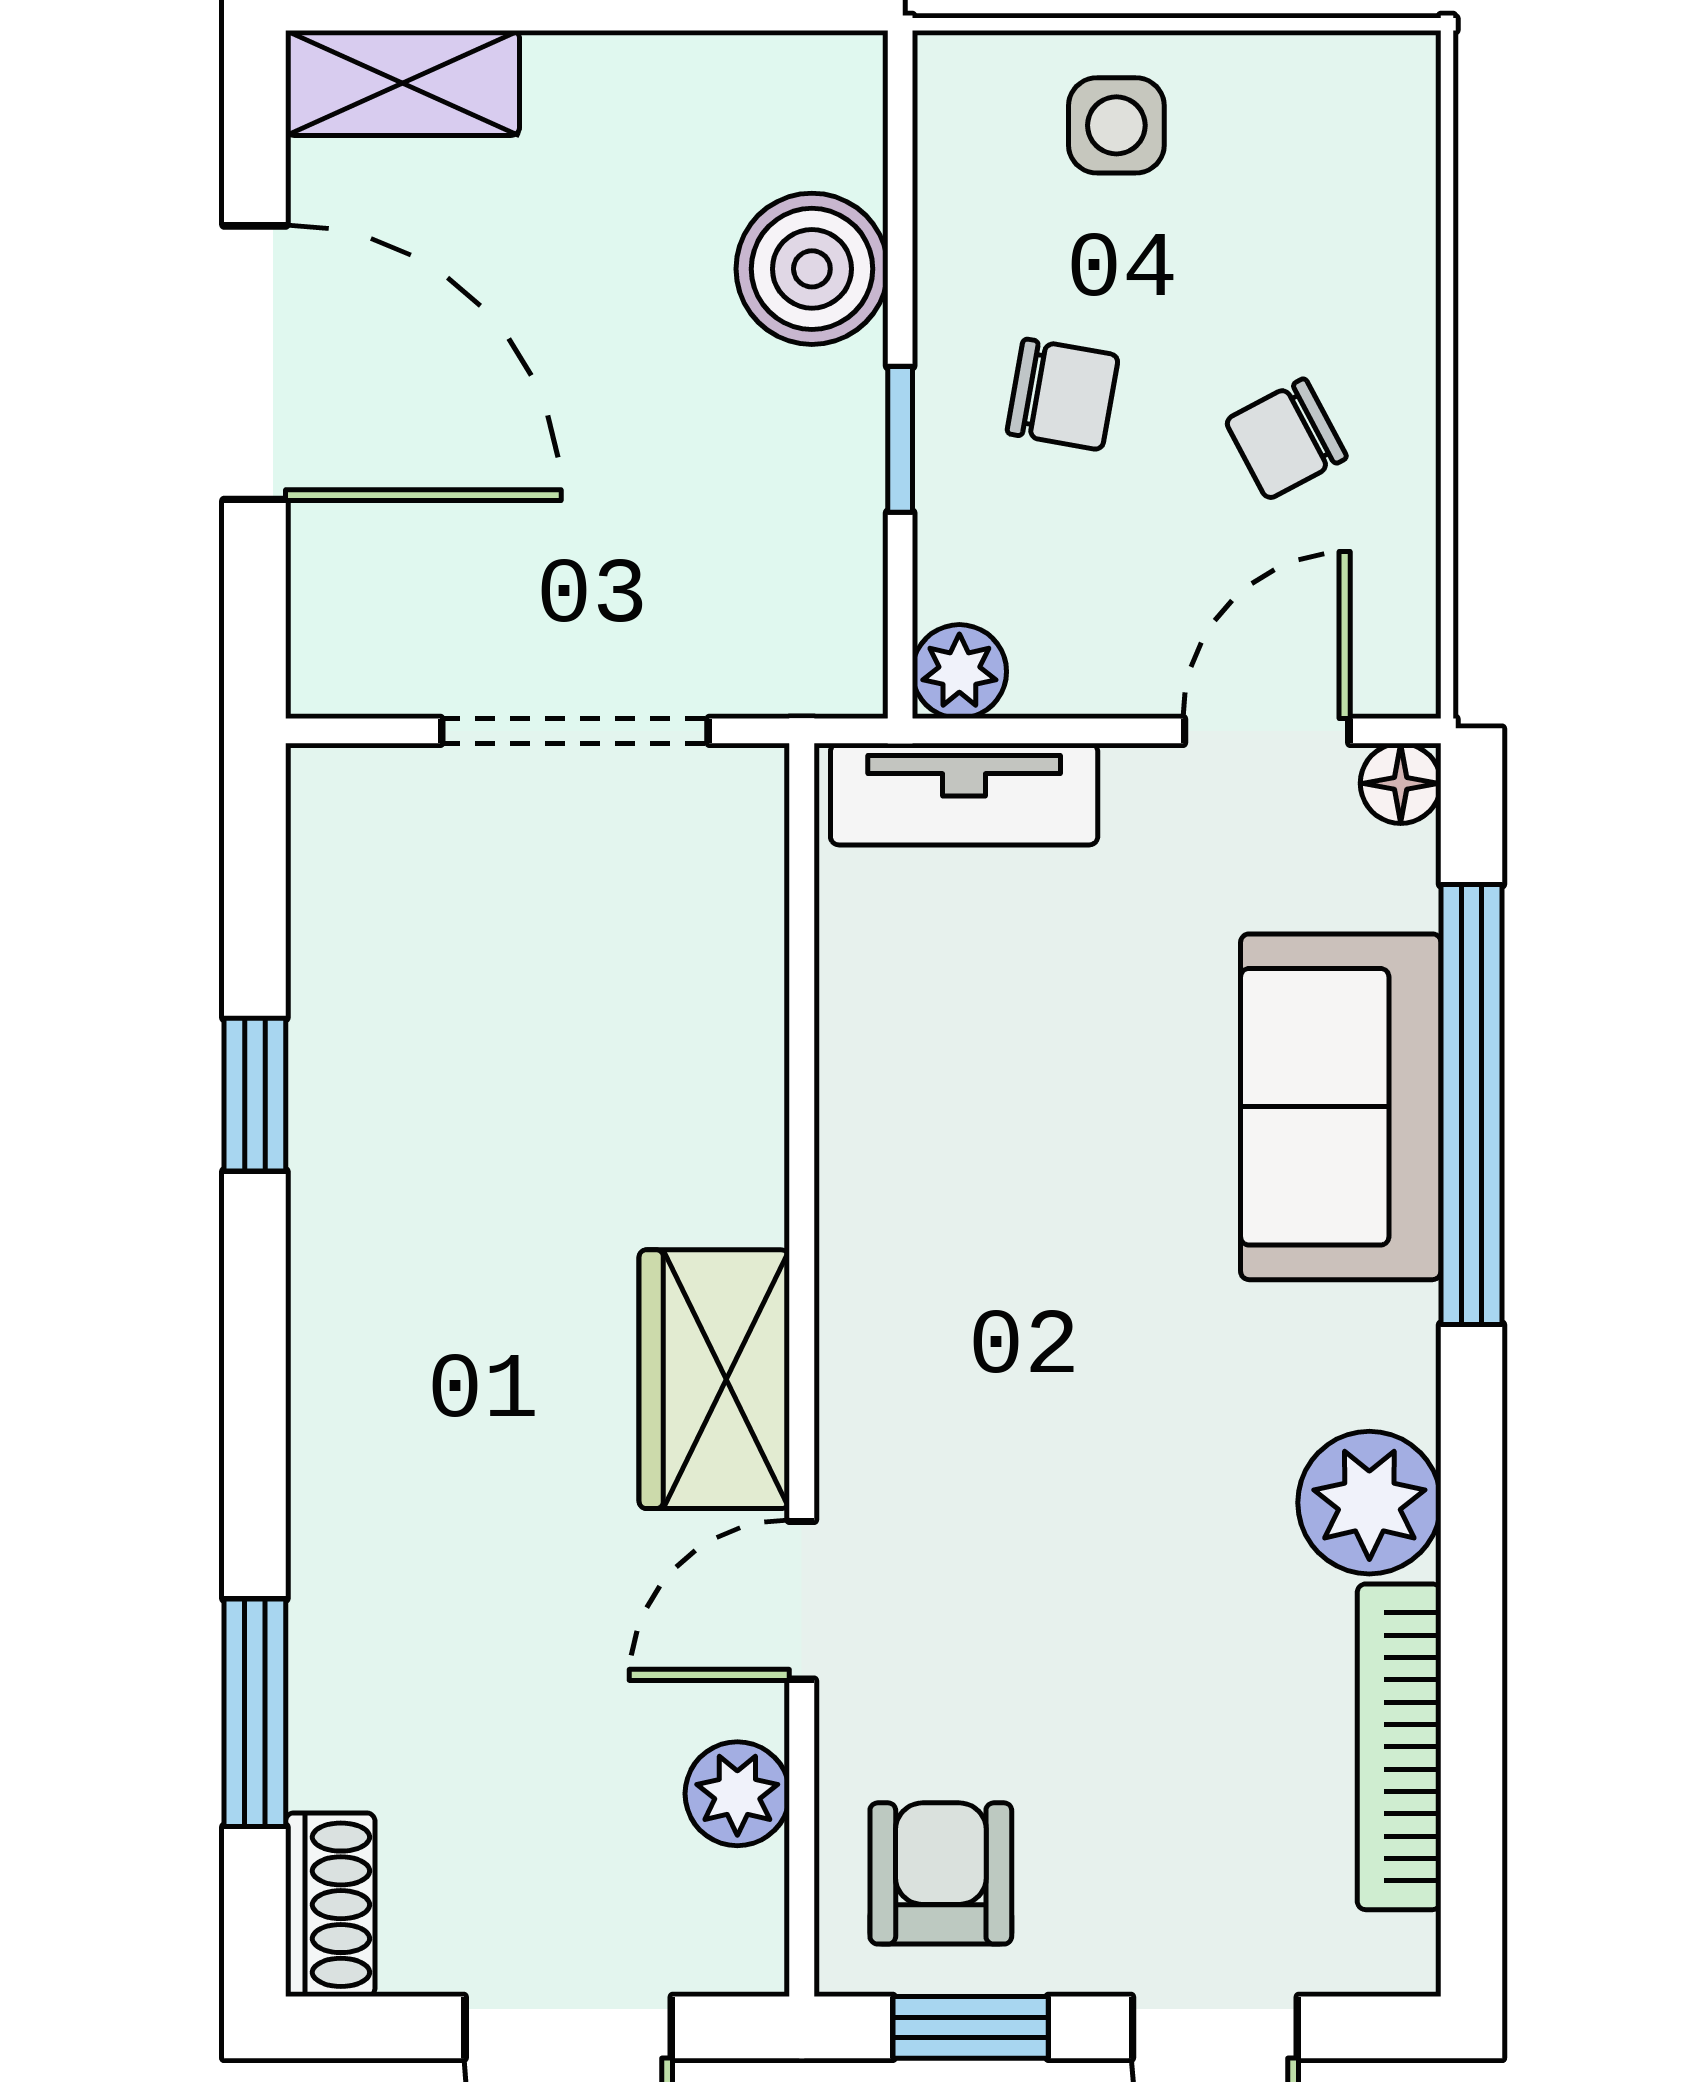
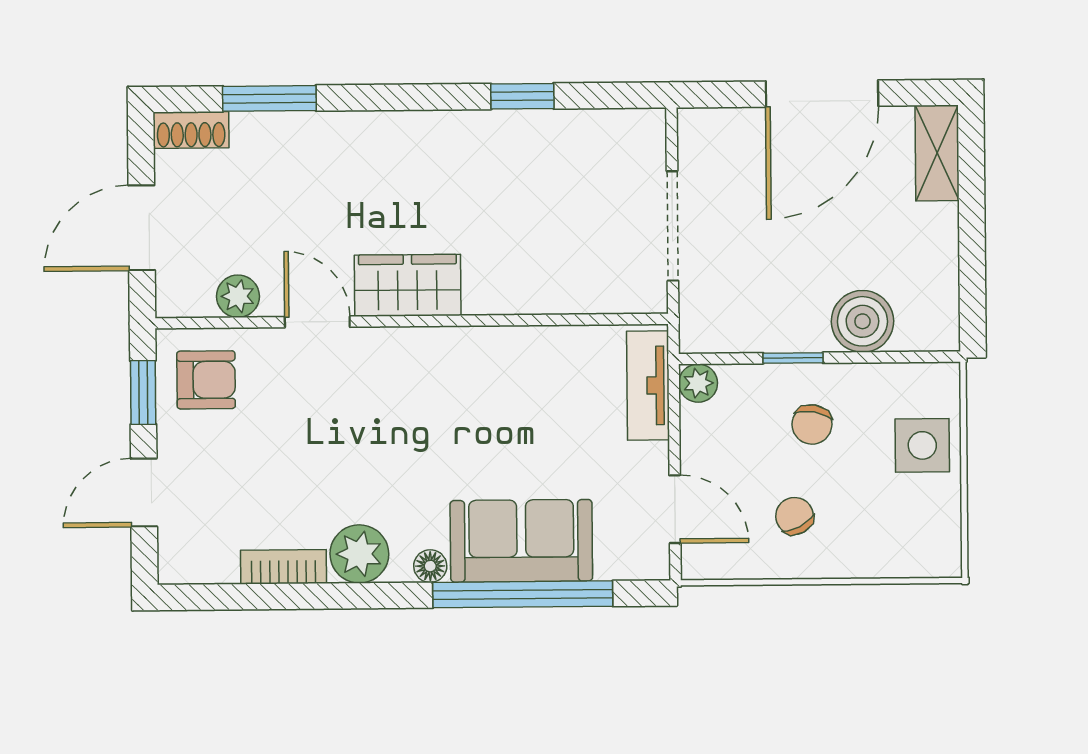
side table: (1116, 125) -> (922, 445), width x1.37, depth x1.37
floor lamp: (1401, 783) -> (430, 566), moved
bookcase: (1399, 1747) -> (284, 567), width x0.64

